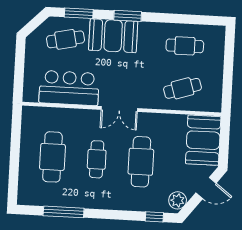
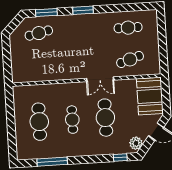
booth: (113, 36) -> (74, 26), removed
bar counter: (69, 88) -> (46, 69), removed
double door: (119, 109) -> (100, 79), moved

